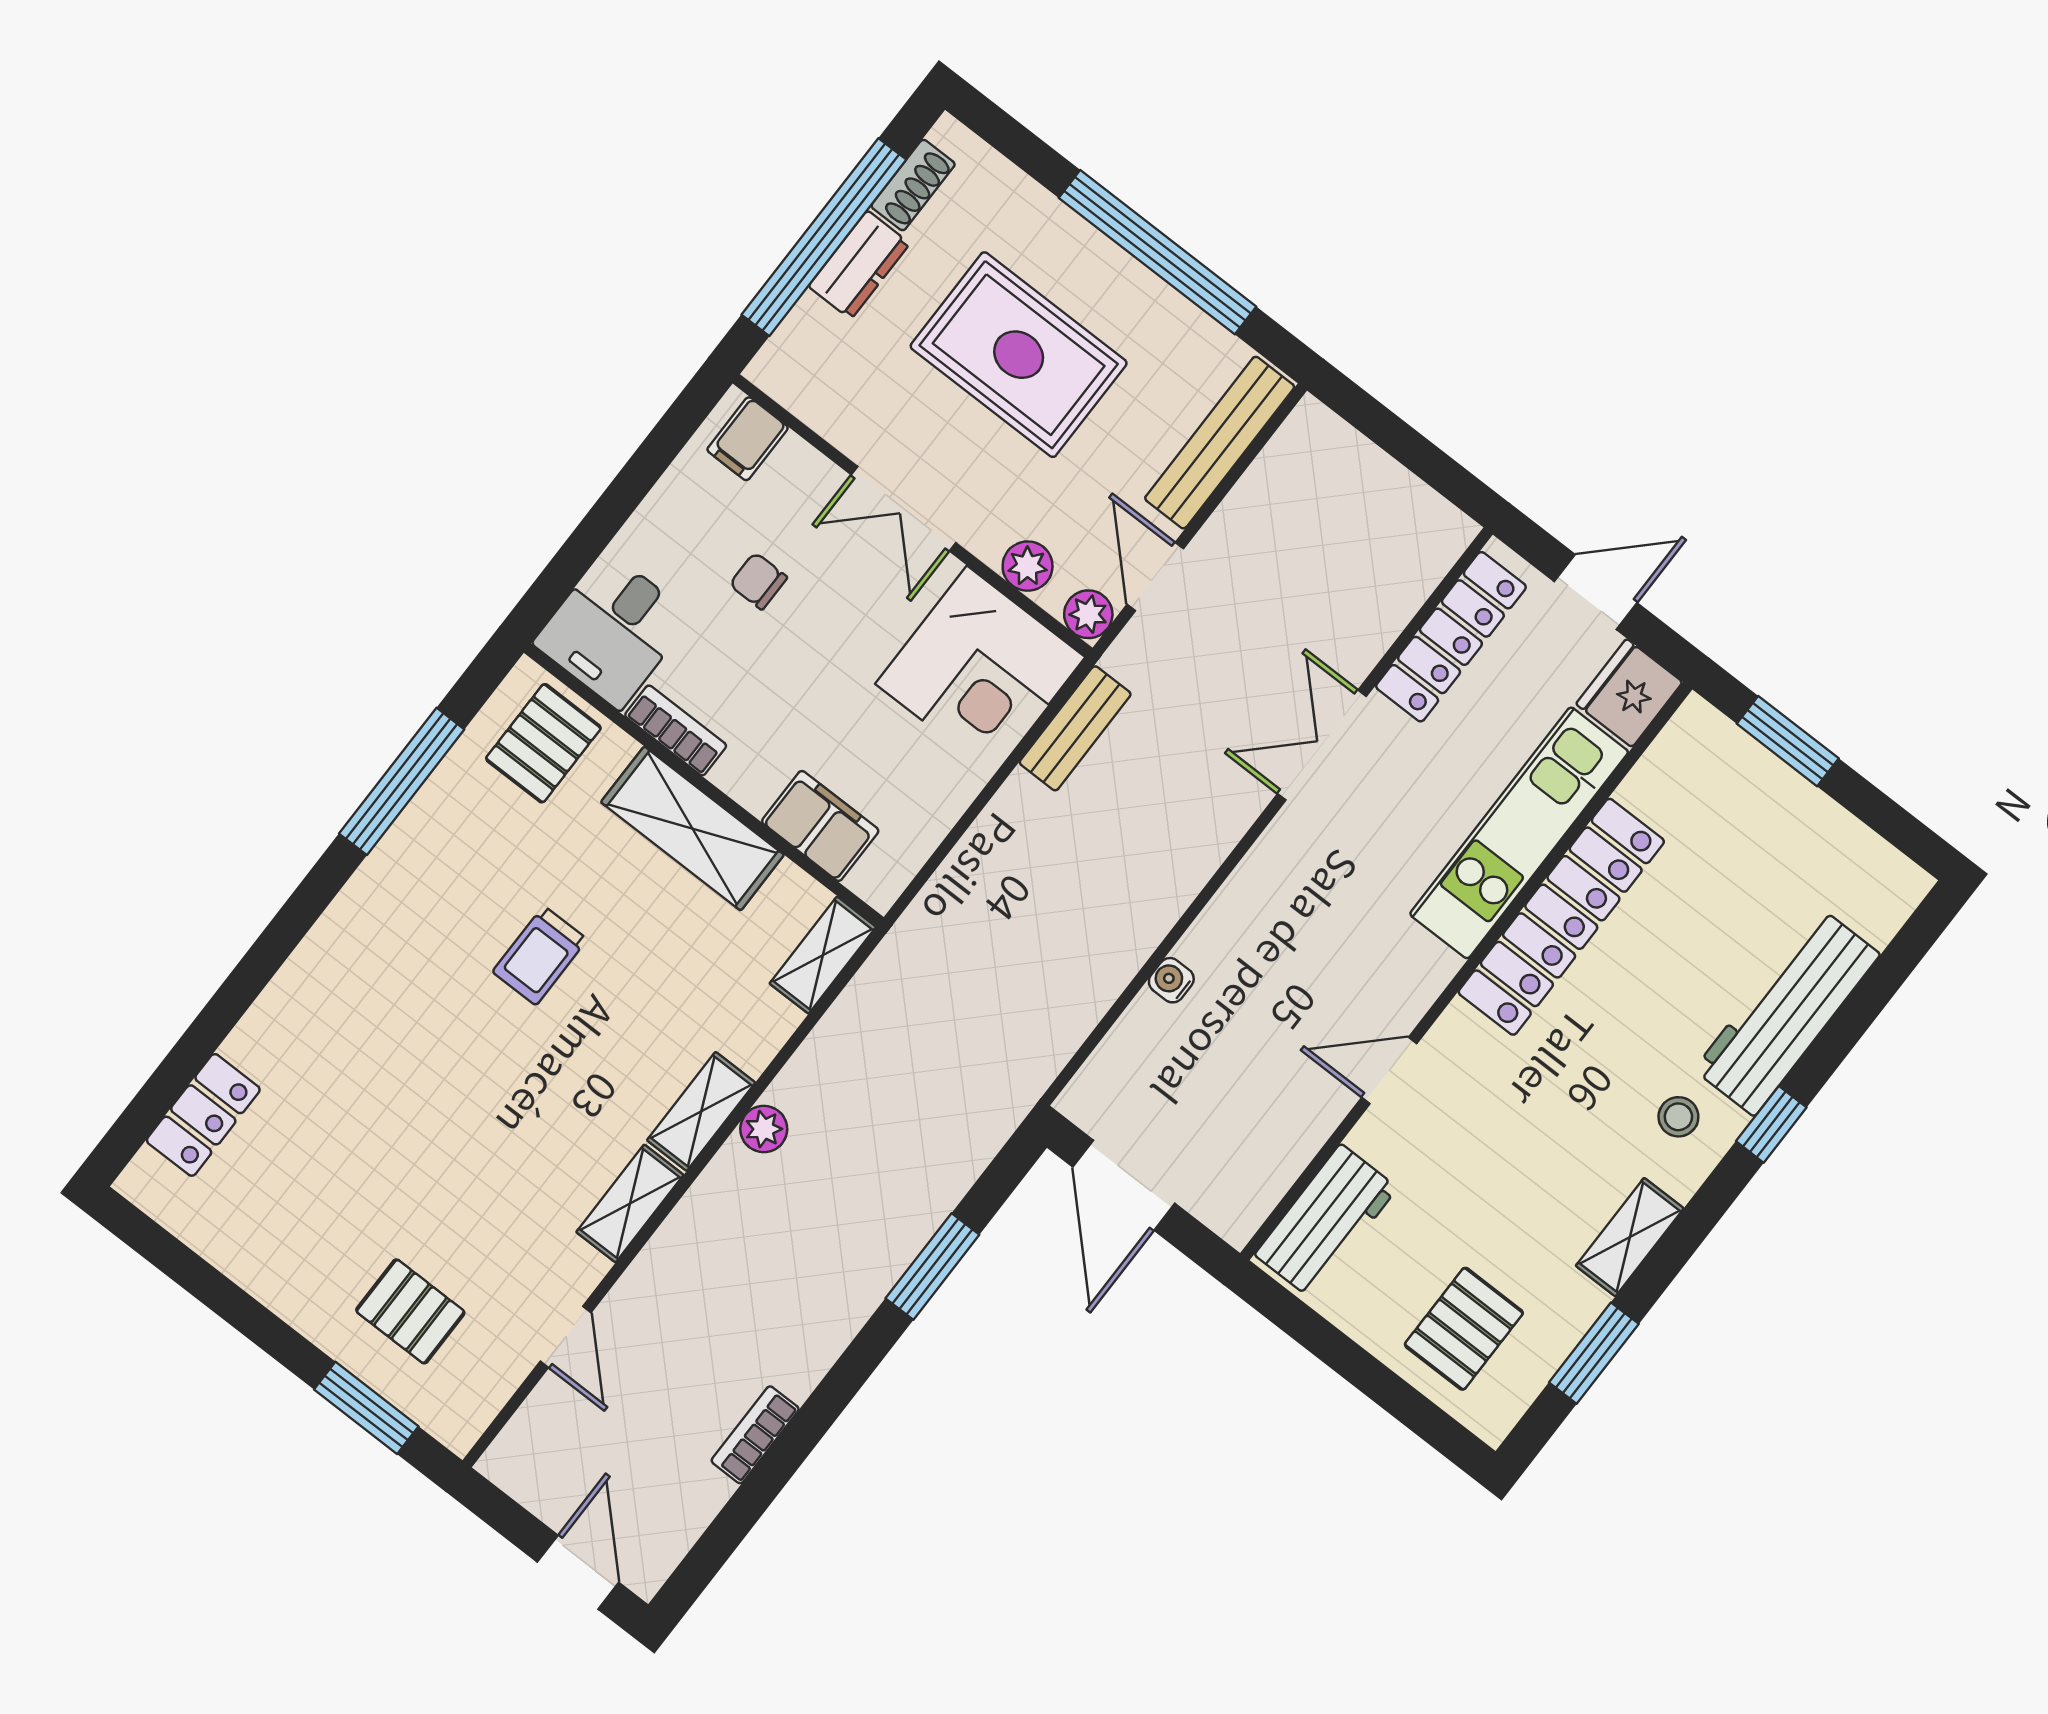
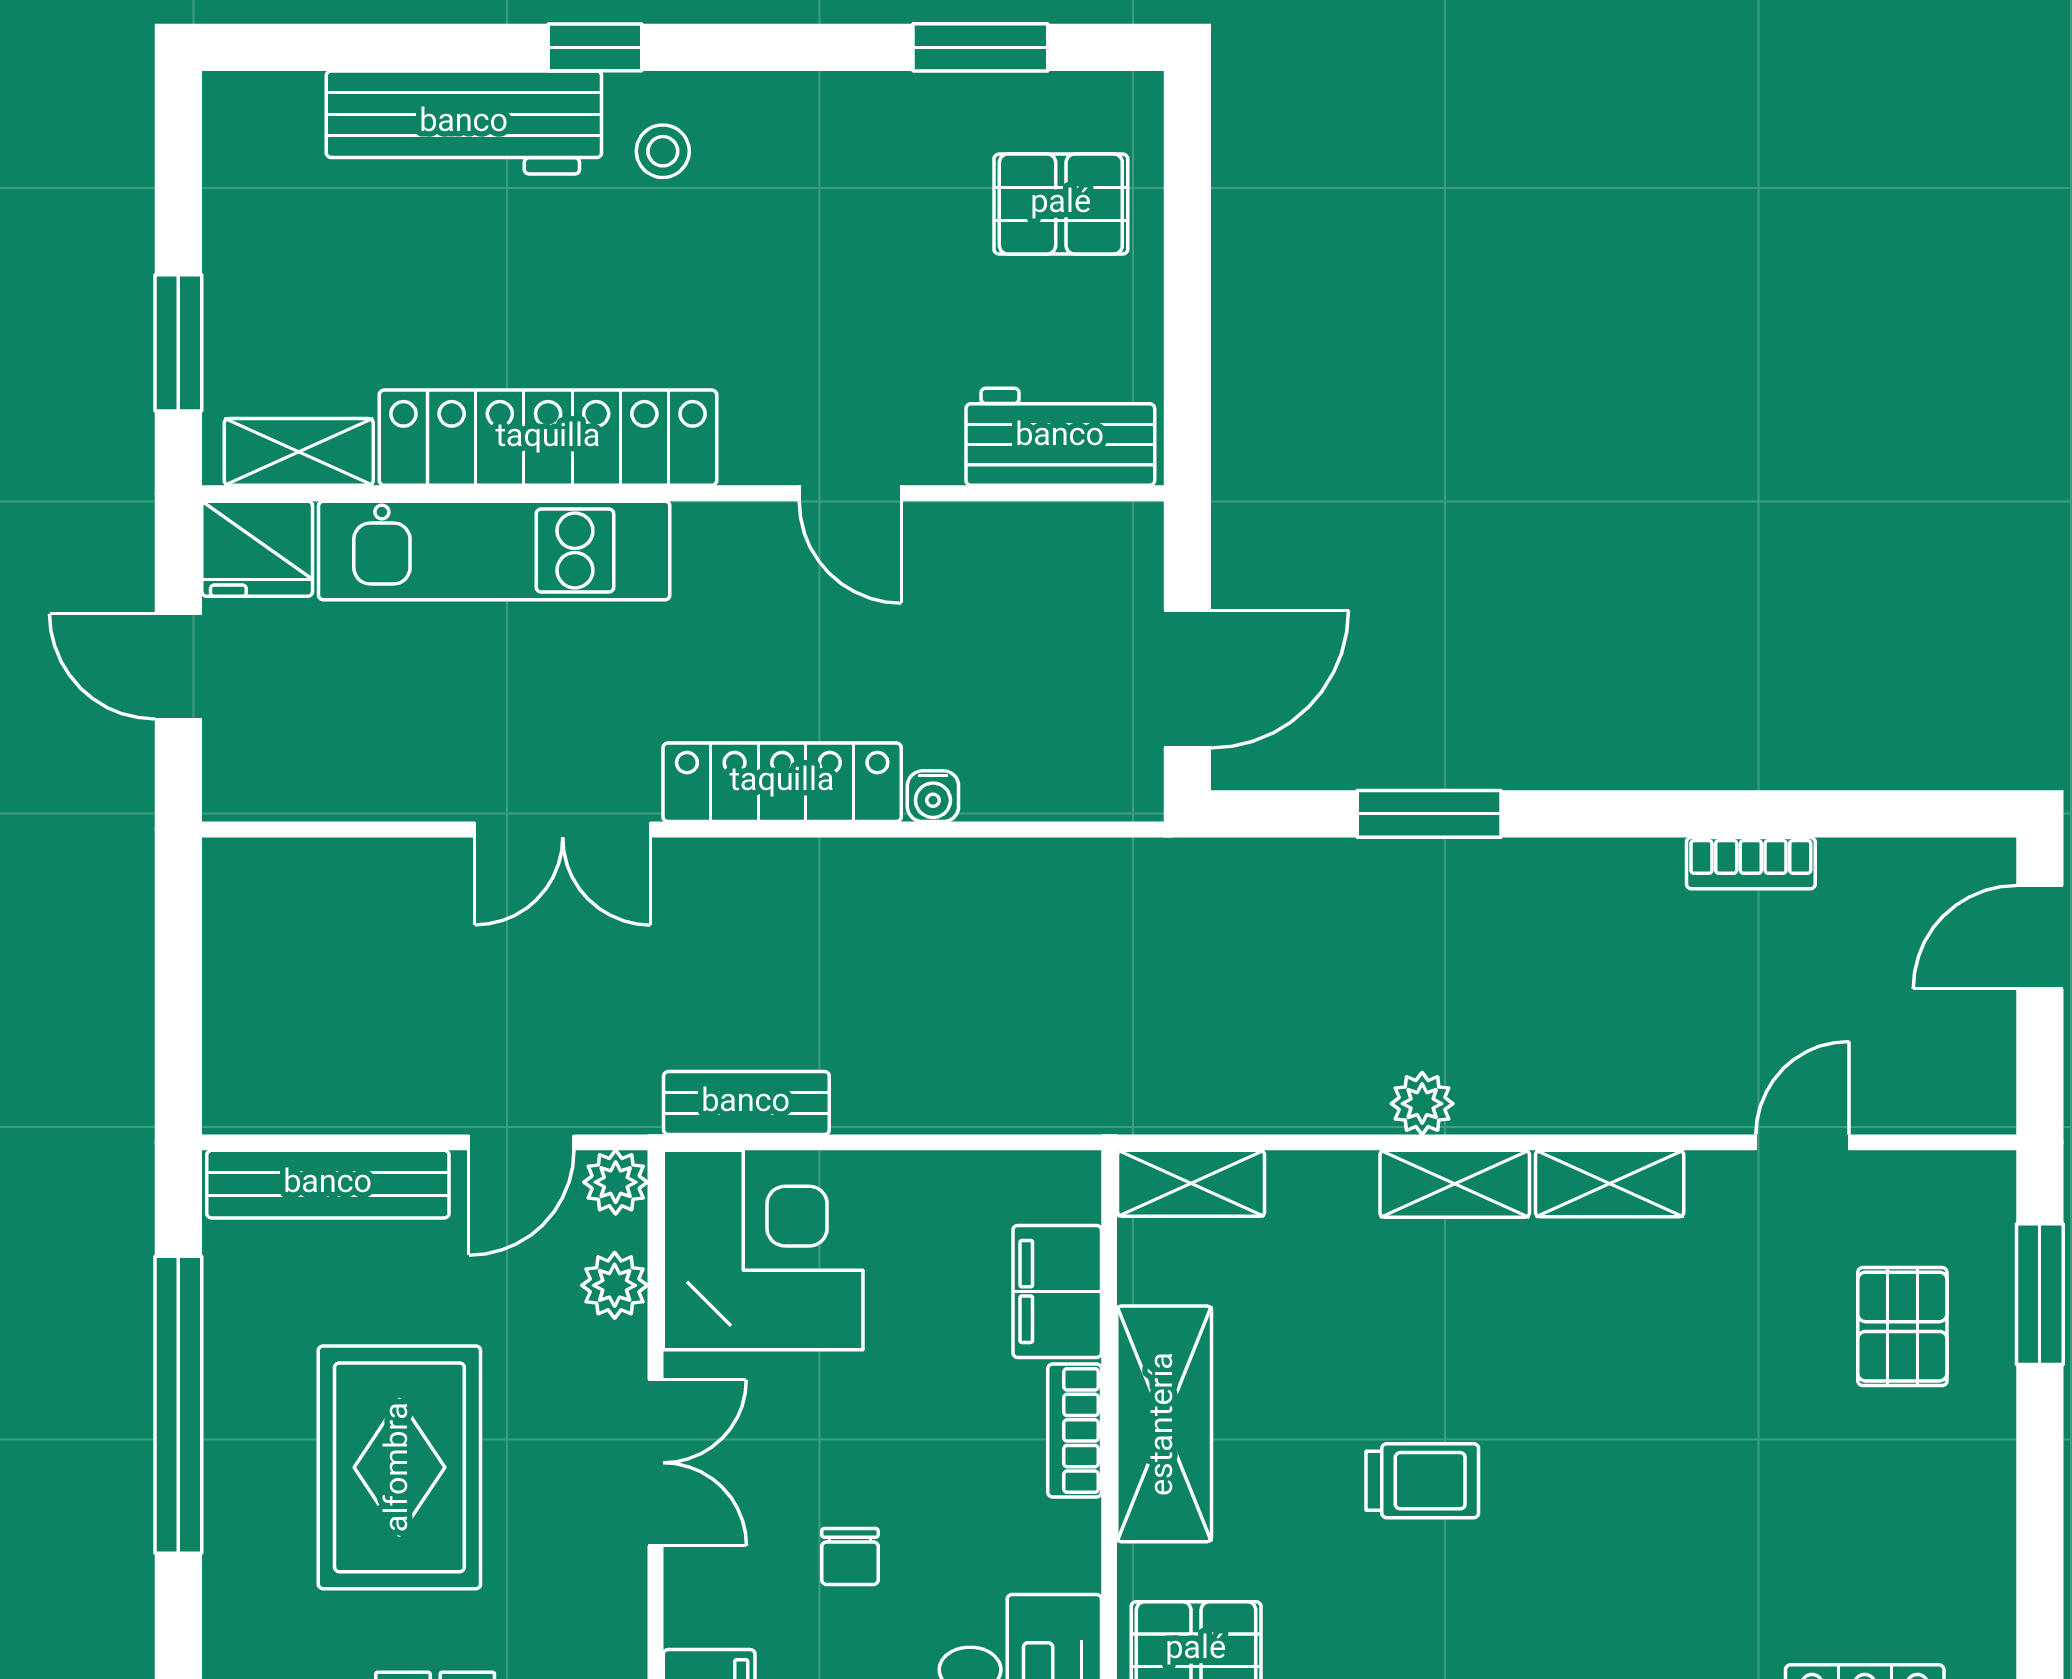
locker: (1451, 637) -> (782, 782), moved
bookcase: (676, 730) -> (1075, 1430), moved
shelving: (1630, 1237) -> (299, 452), moved

